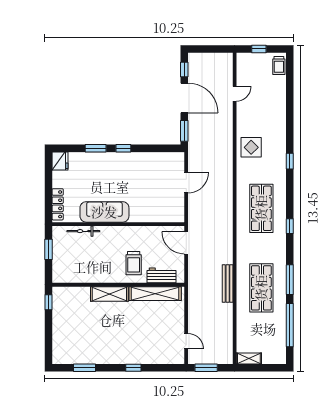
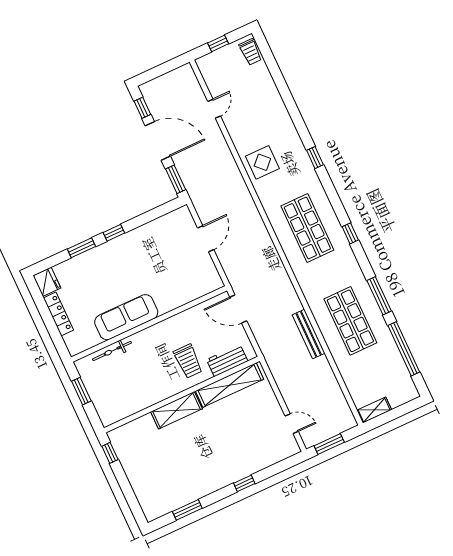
locker: (58, 204) -> (58, 314), moved

